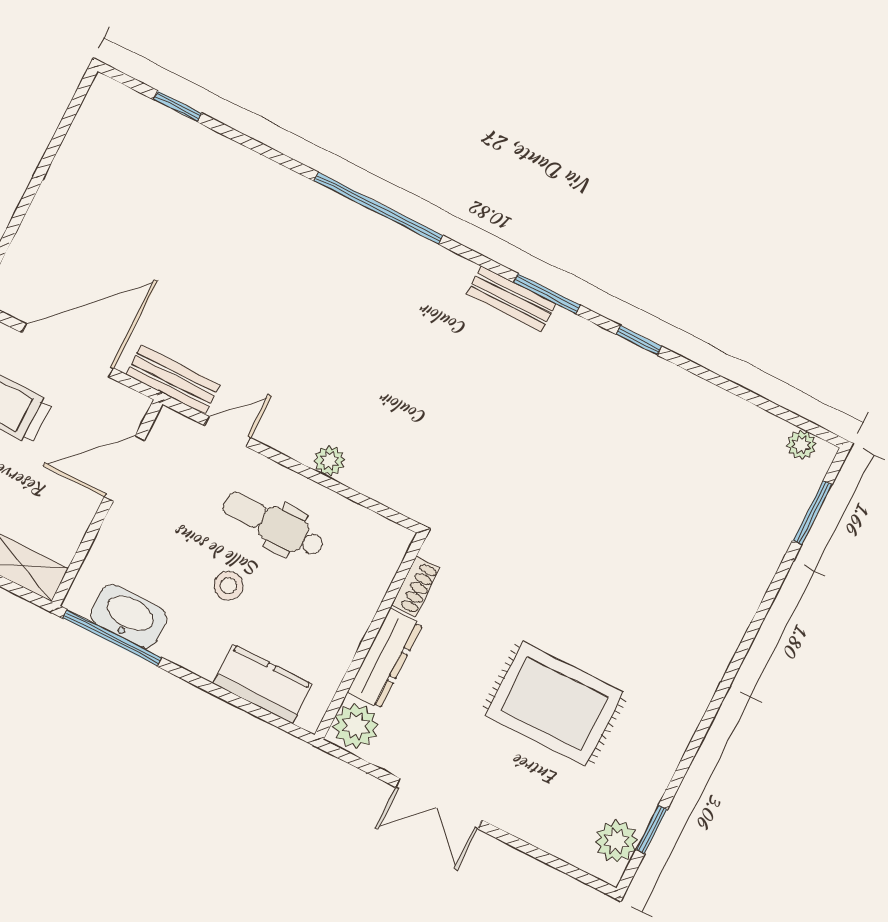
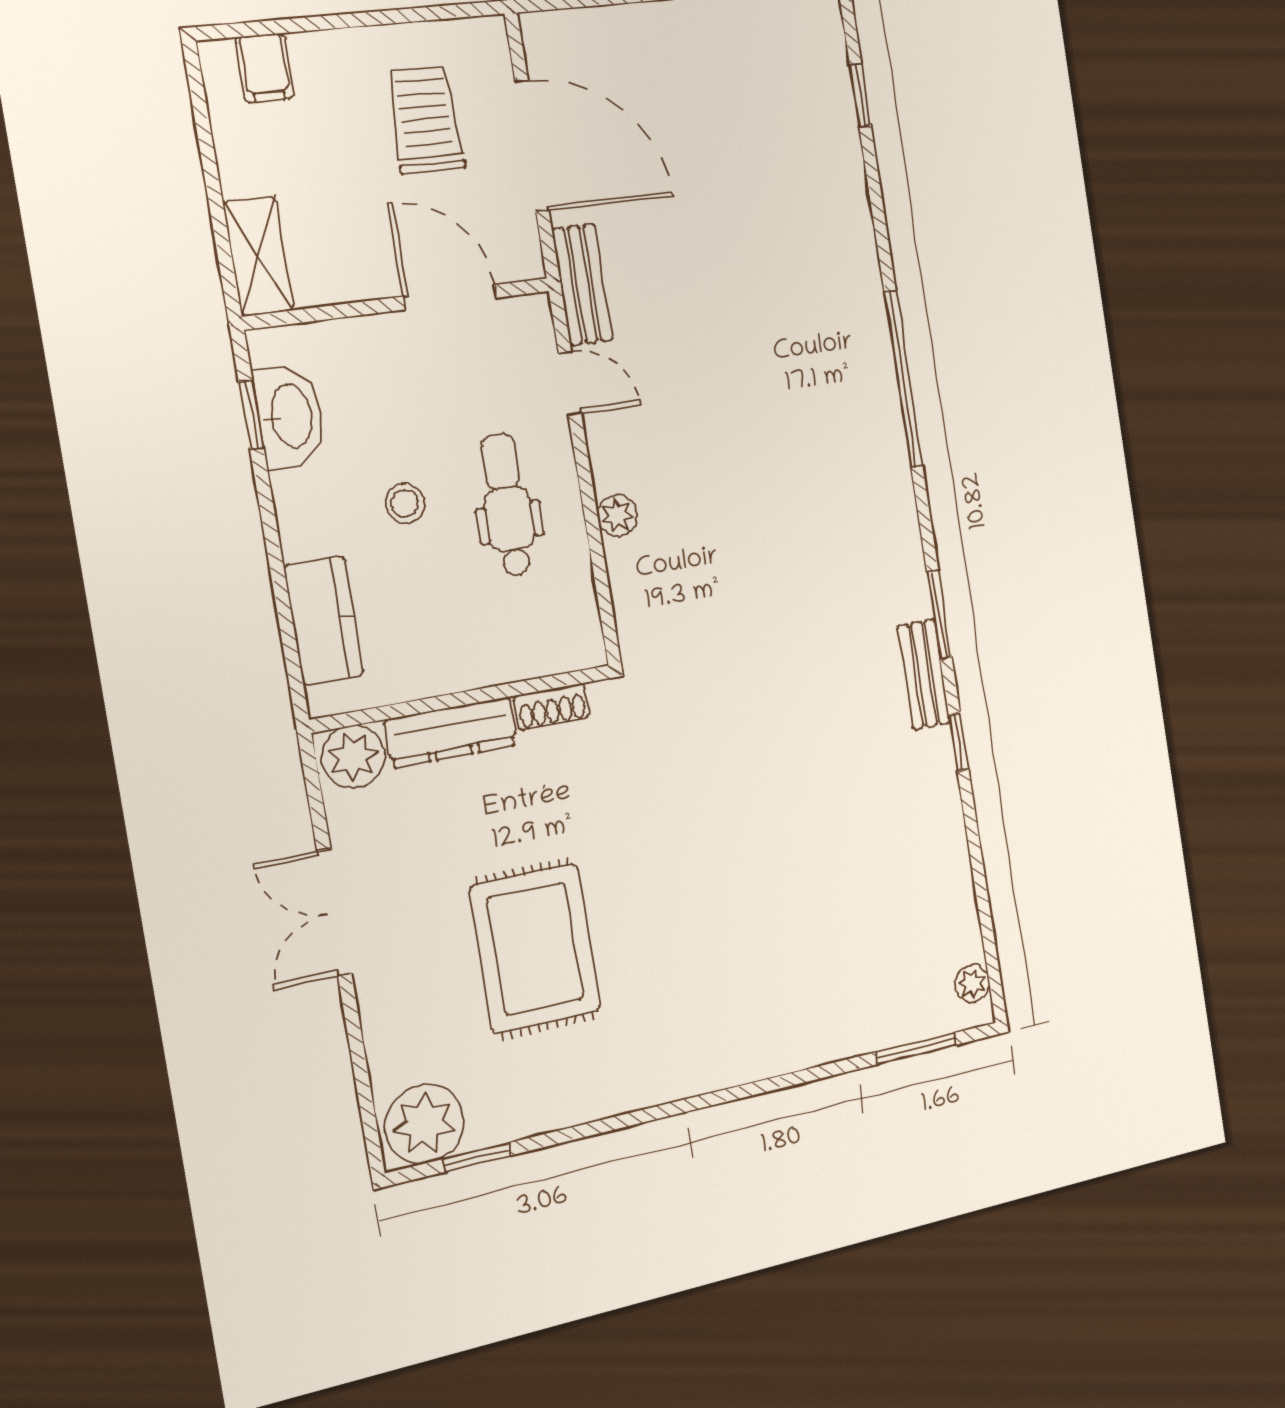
bench: (511, 299) -> (924, 674), moved
window: (112, 638) -> (251, 414), width x0.46
plant: (616, 841) -> (424, 1124), width x1.36, depth x1.36

